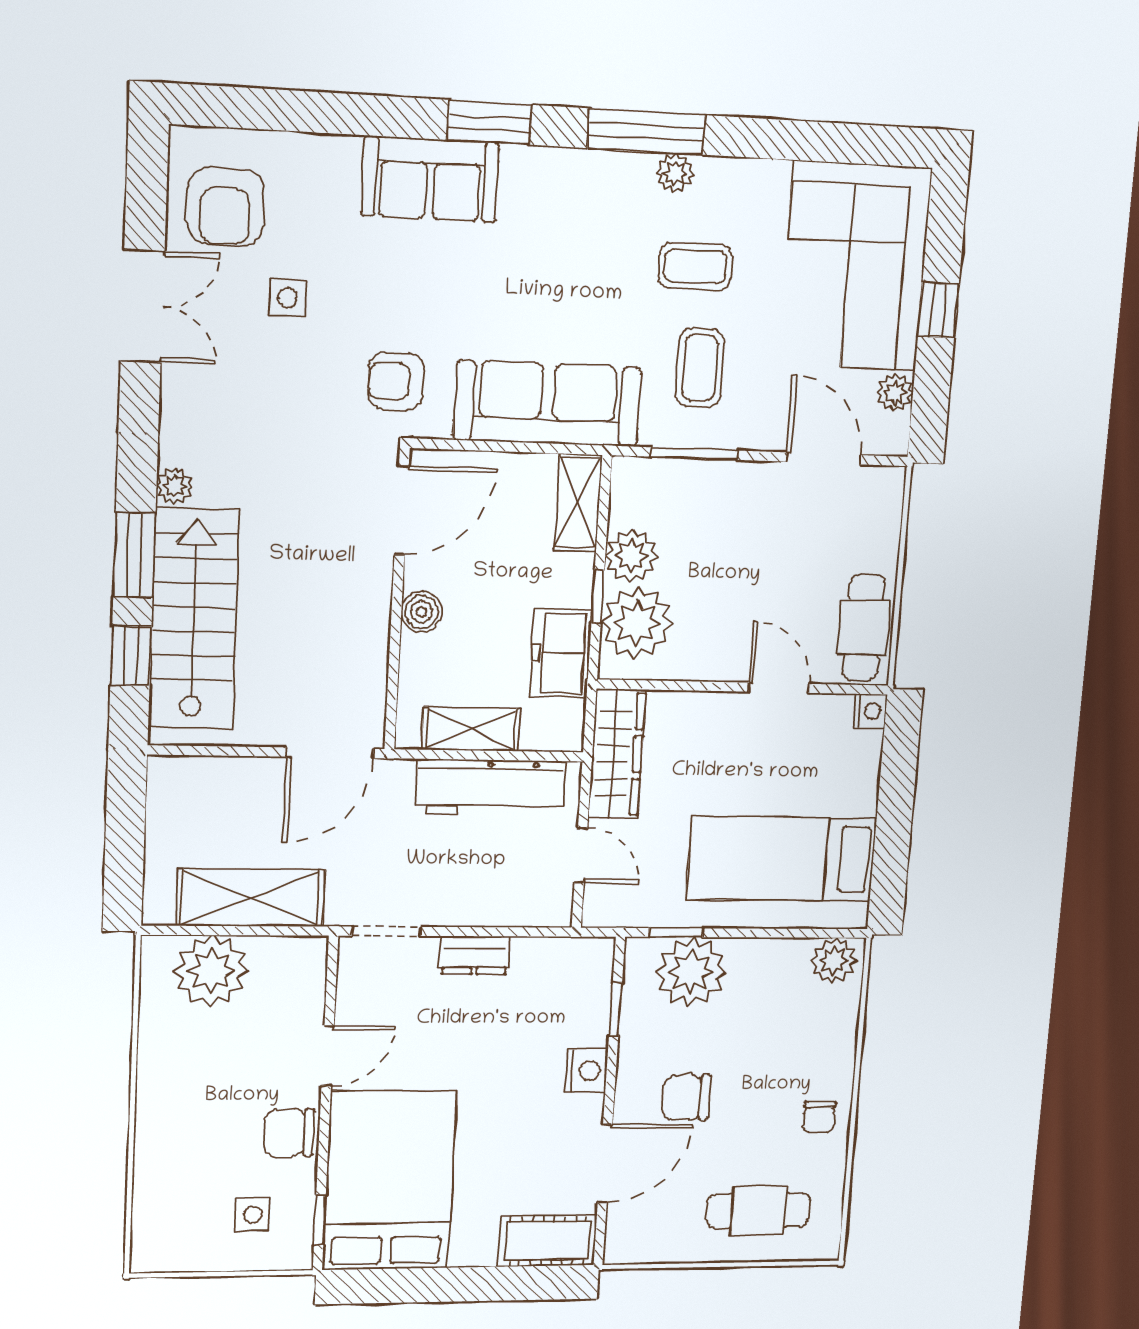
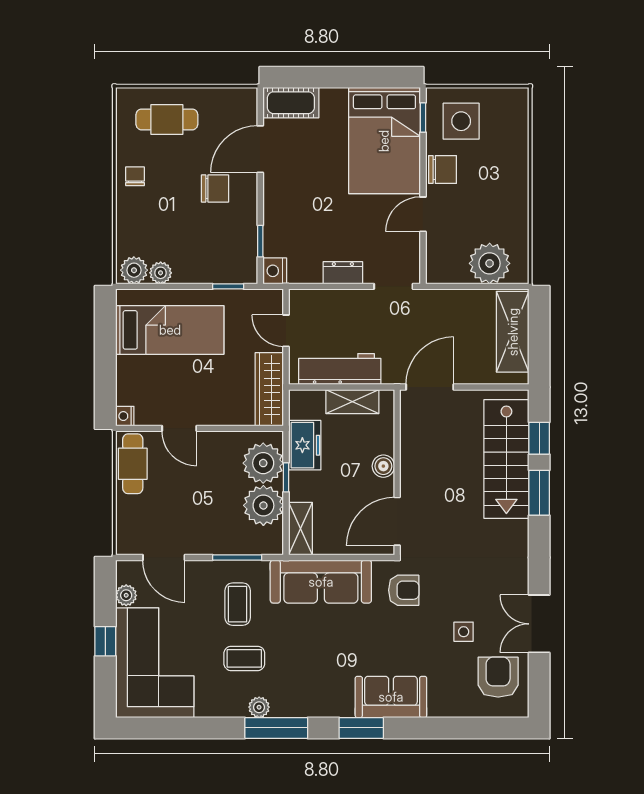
plant: (175, 486) -> (519, 530), removed
plant: (631, 556) -> (263, 505), width x1.36, depth x1.36
shelving: (250, 898) -> (513, 332), moved, turned 90
plant: (691, 972) -> (161, 273), moved, width x0.53, depth x0.53
nightstand: (586, 1071) -> (275, 271), moved
side table: (252, 1215) -> (461, 121), width x1.87, depth x1.87

